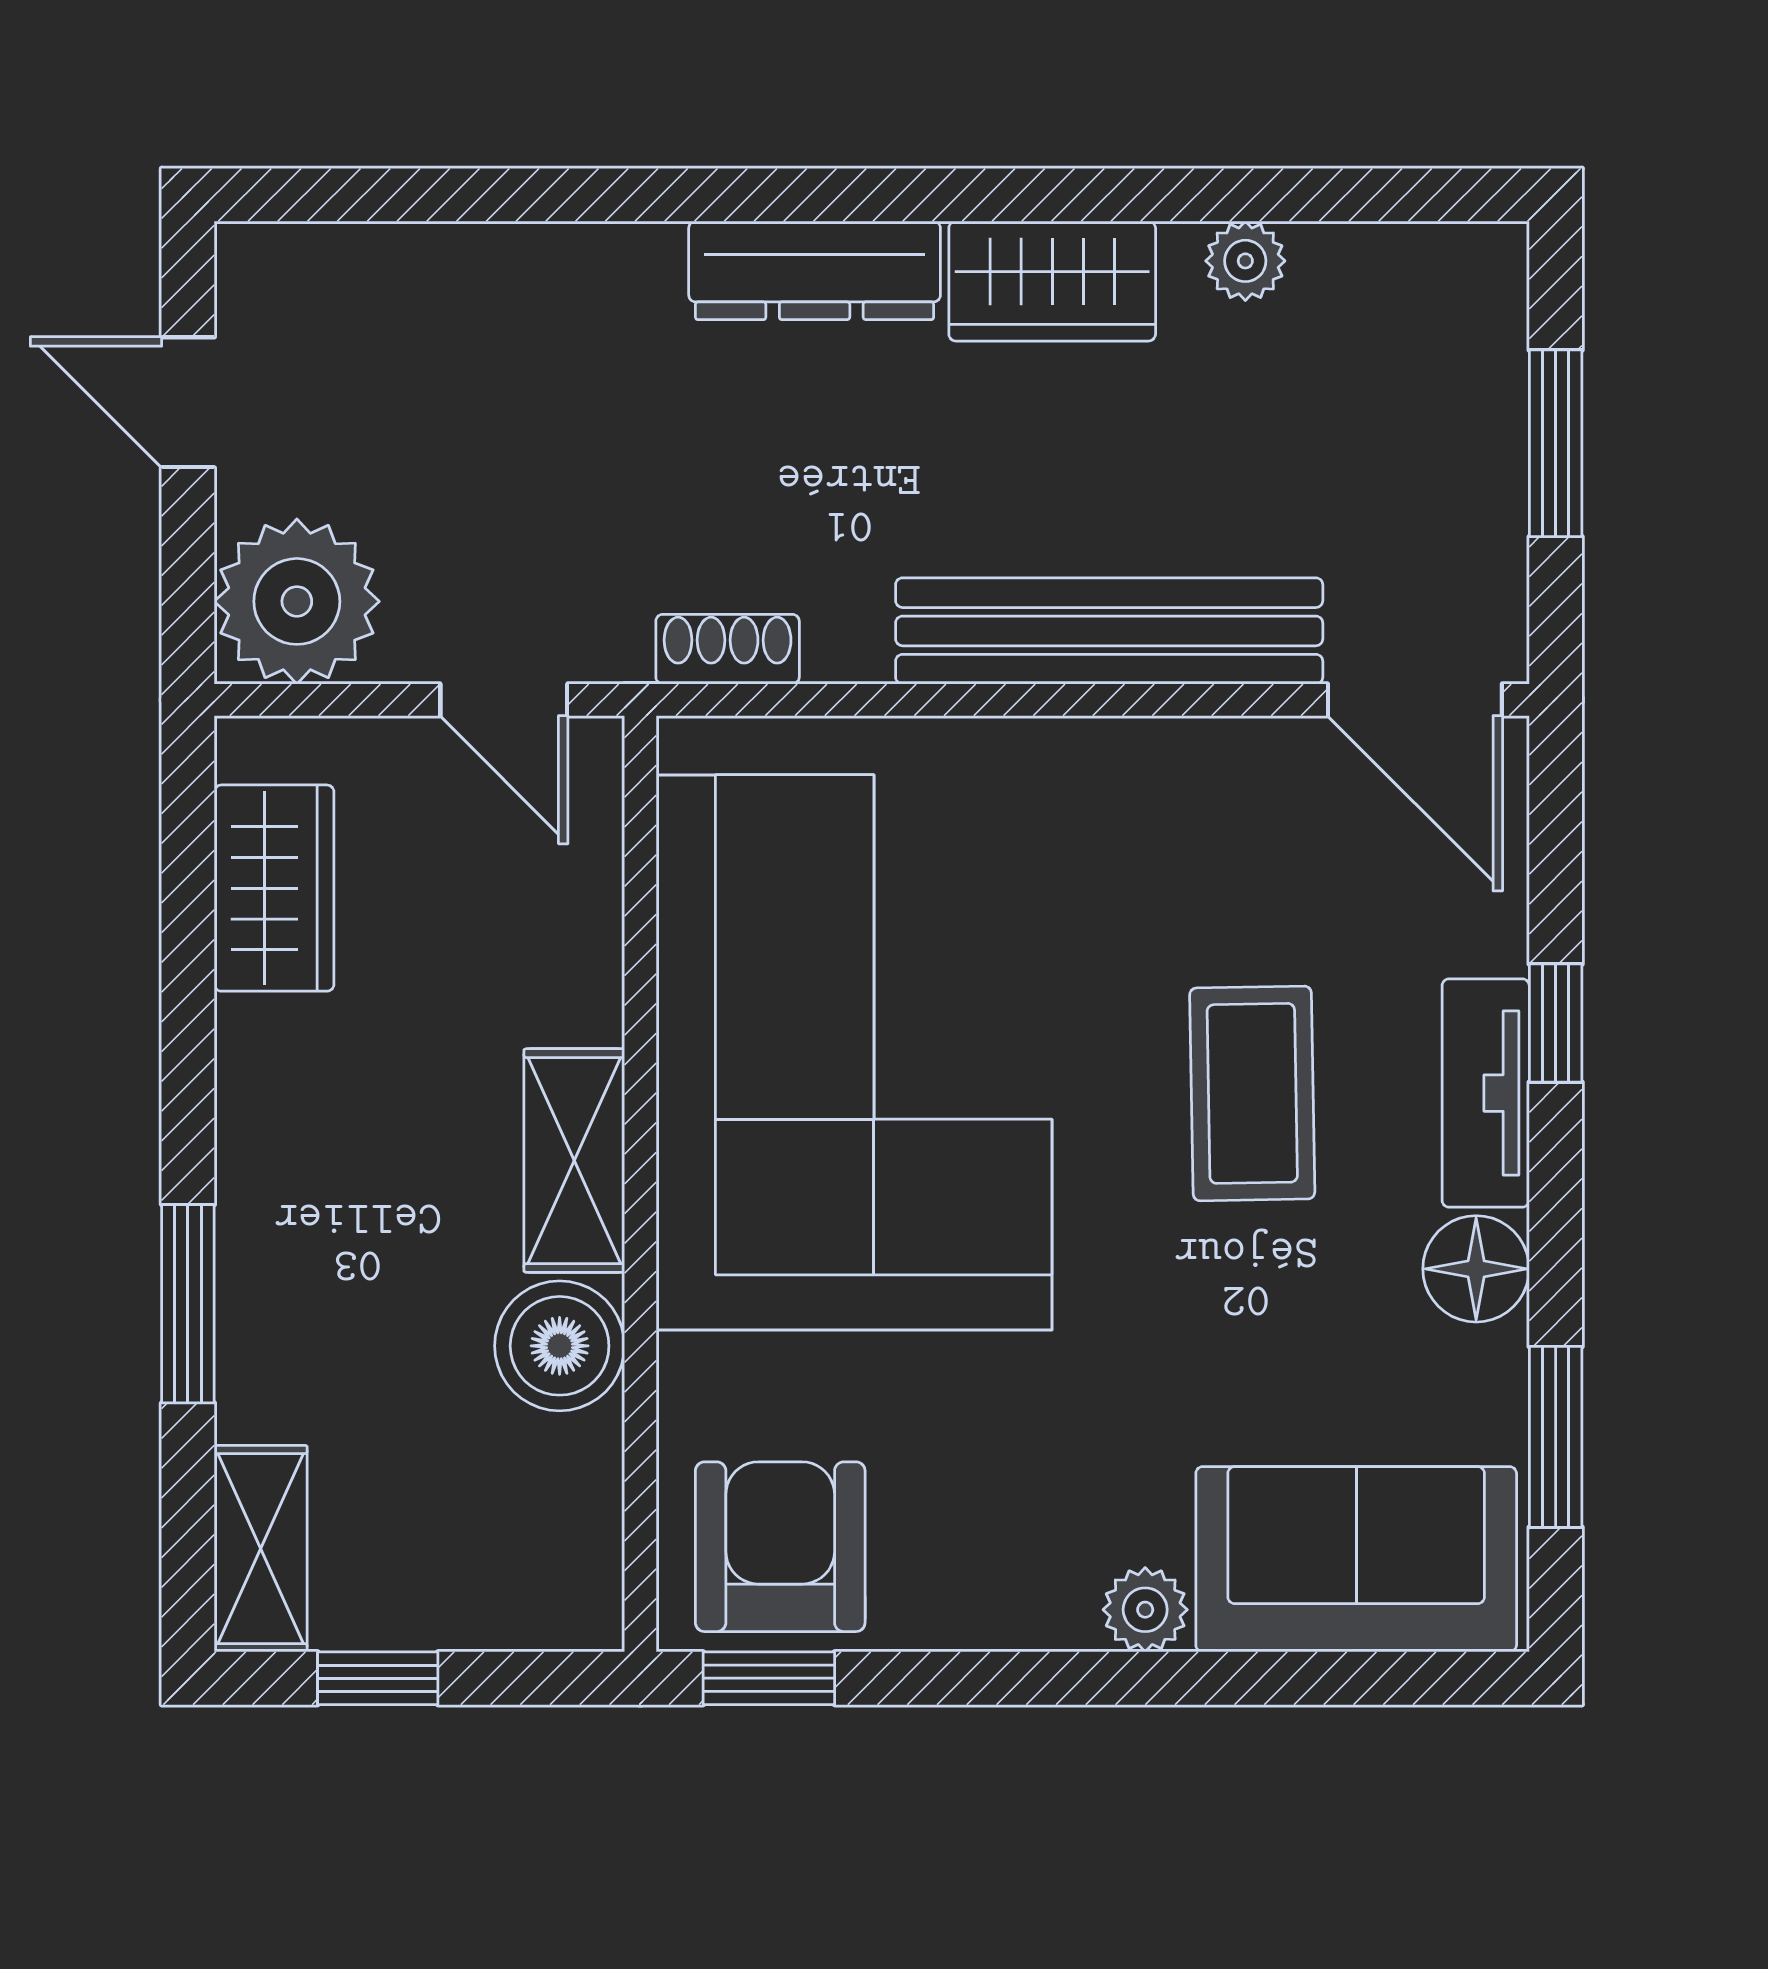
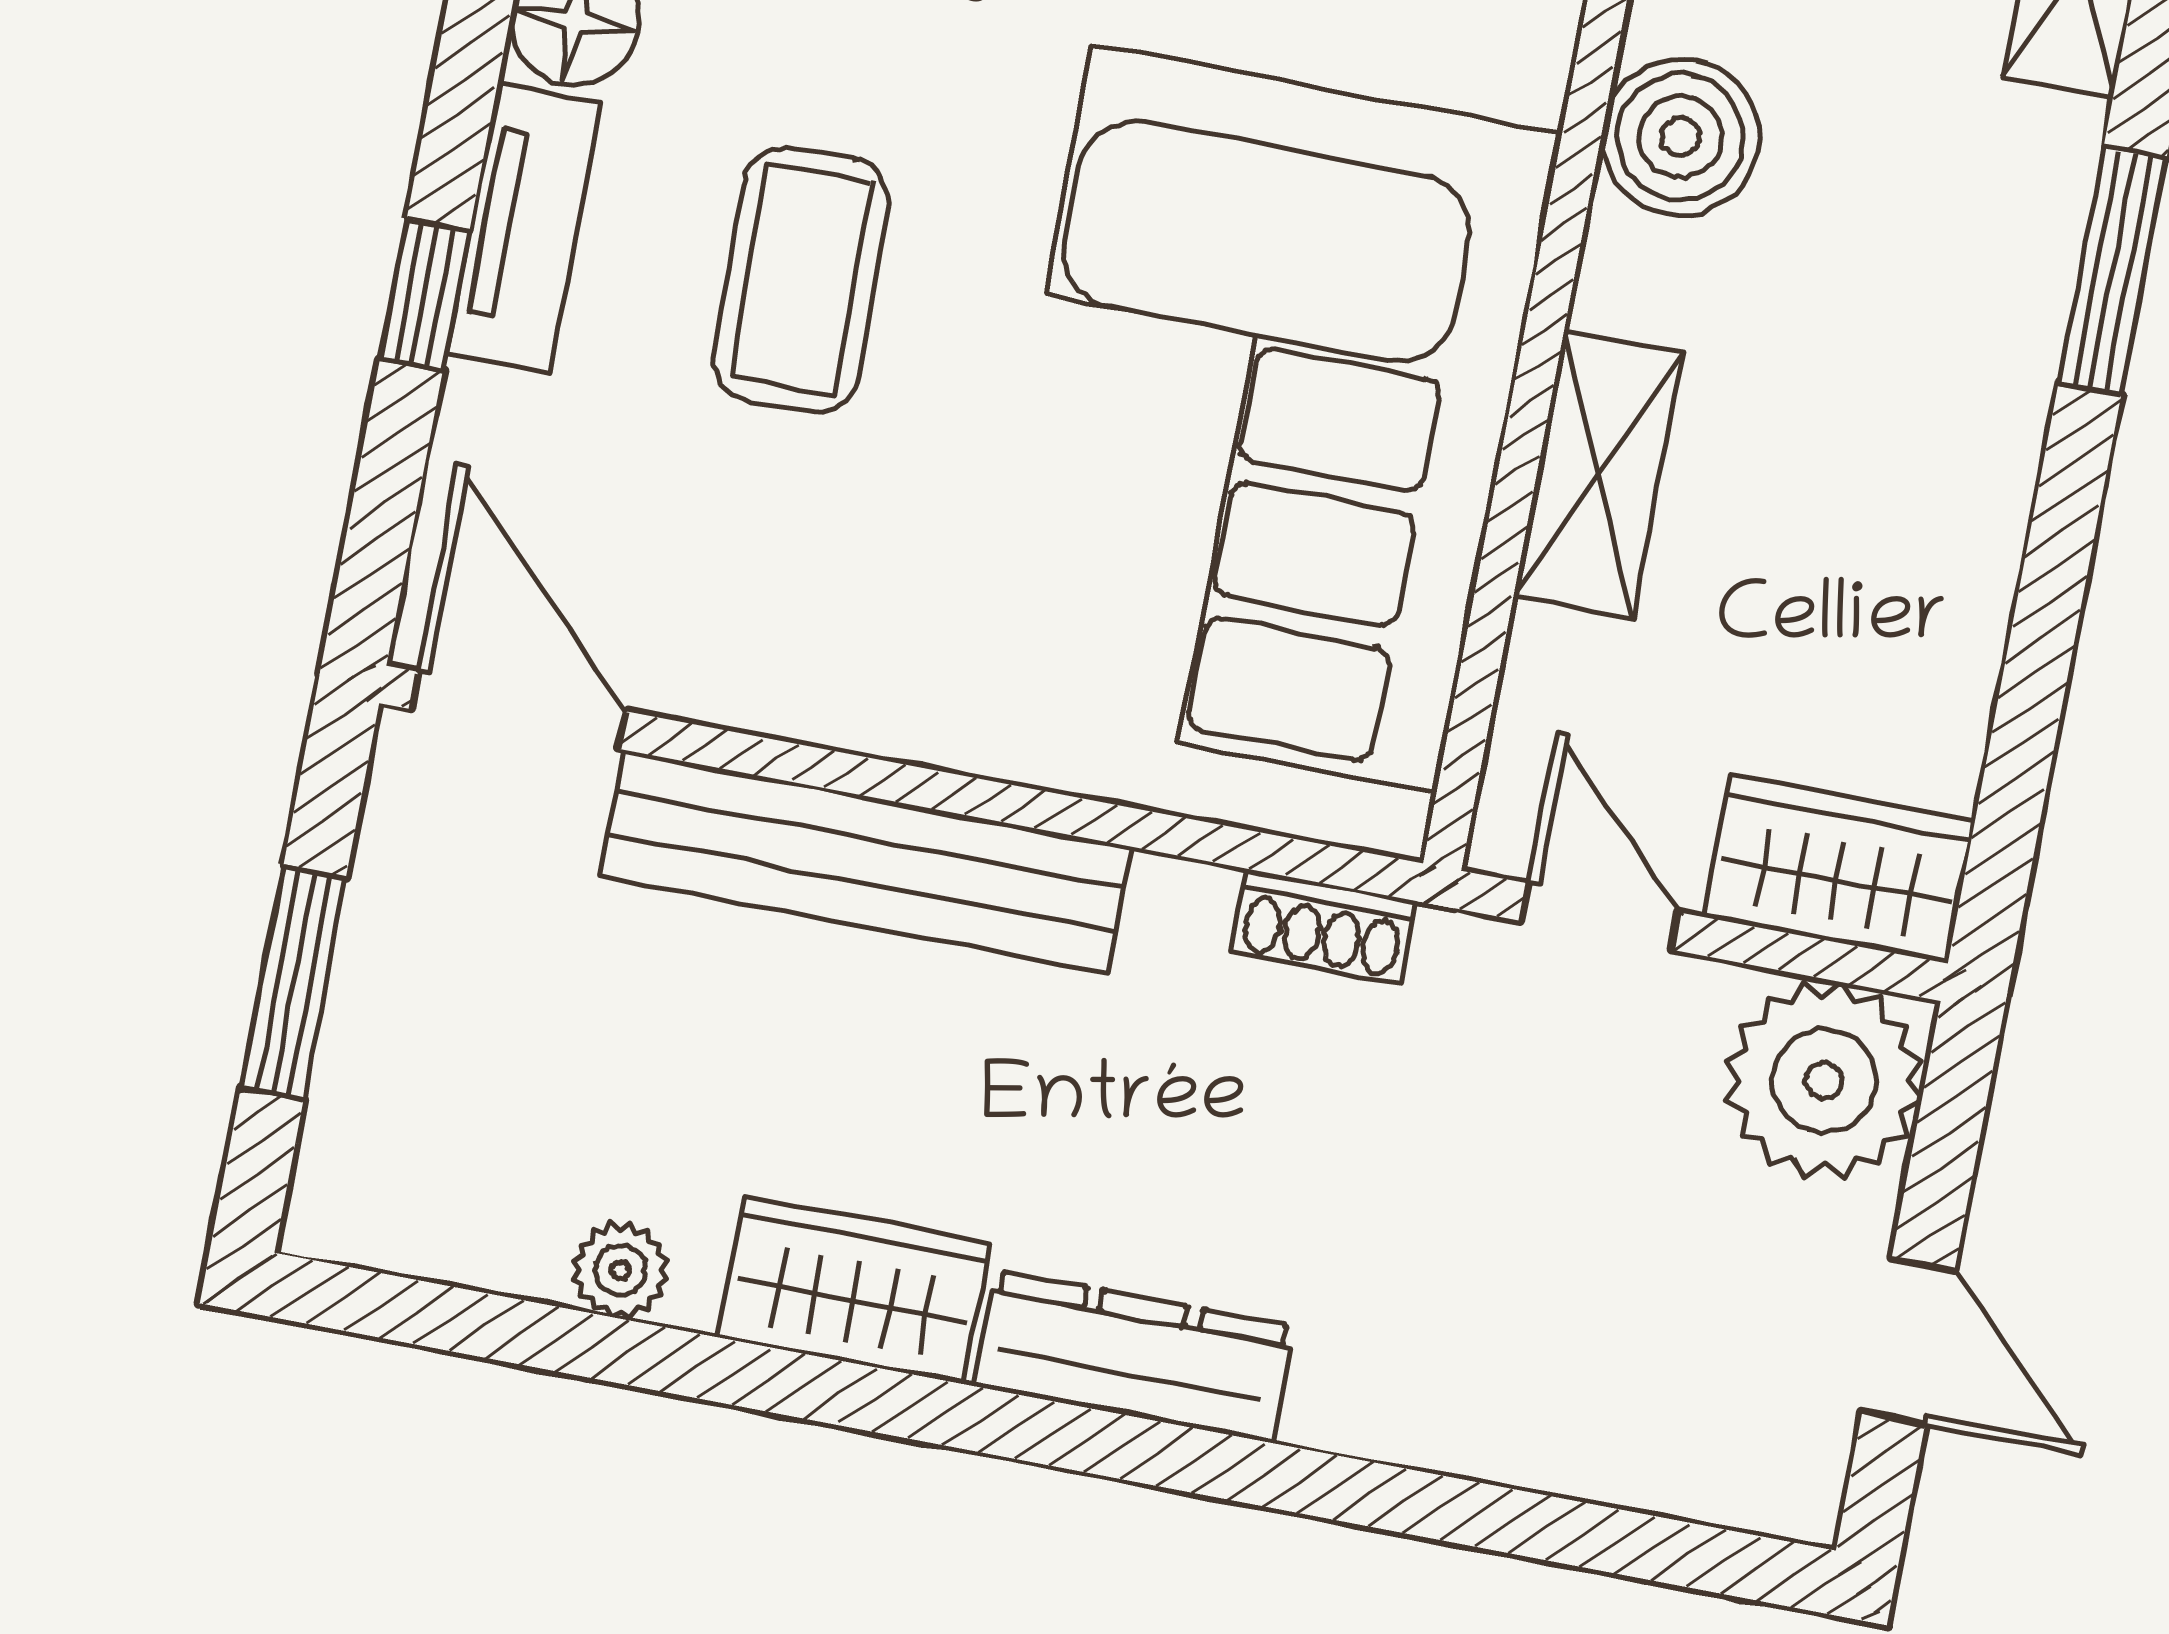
wardrobe: (274, 888) -> (1839, 869), moved, turned 90
shelving: (574, 1161) -> (1598, 475), moved

